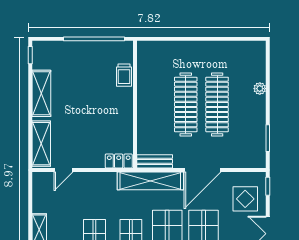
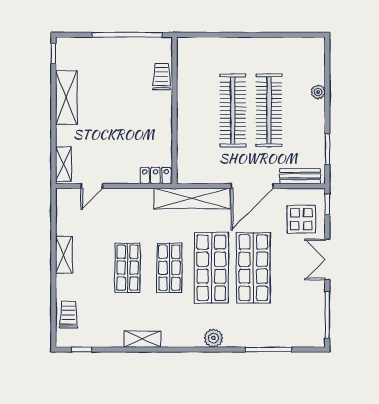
trolley: (124, 75) -> (162, 77), turned 180
shelving: (41, 144) -> (63, 164), width x0.67, depth x0.75
bench: (155, 161) -> (300, 176), moved

